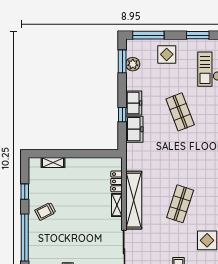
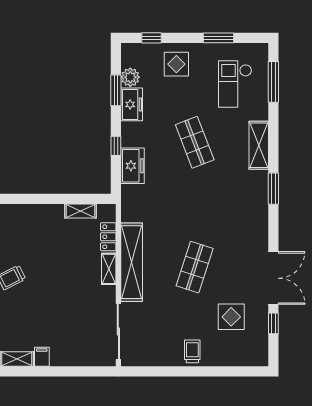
window: (148, 35) -> (151, 38), width x0.46
window: (122, 61) -> (116, 90), moved
freezer: (134, 103) -> (132, 104), moved
shelving: (53, 162) -> (81, 211), moved

